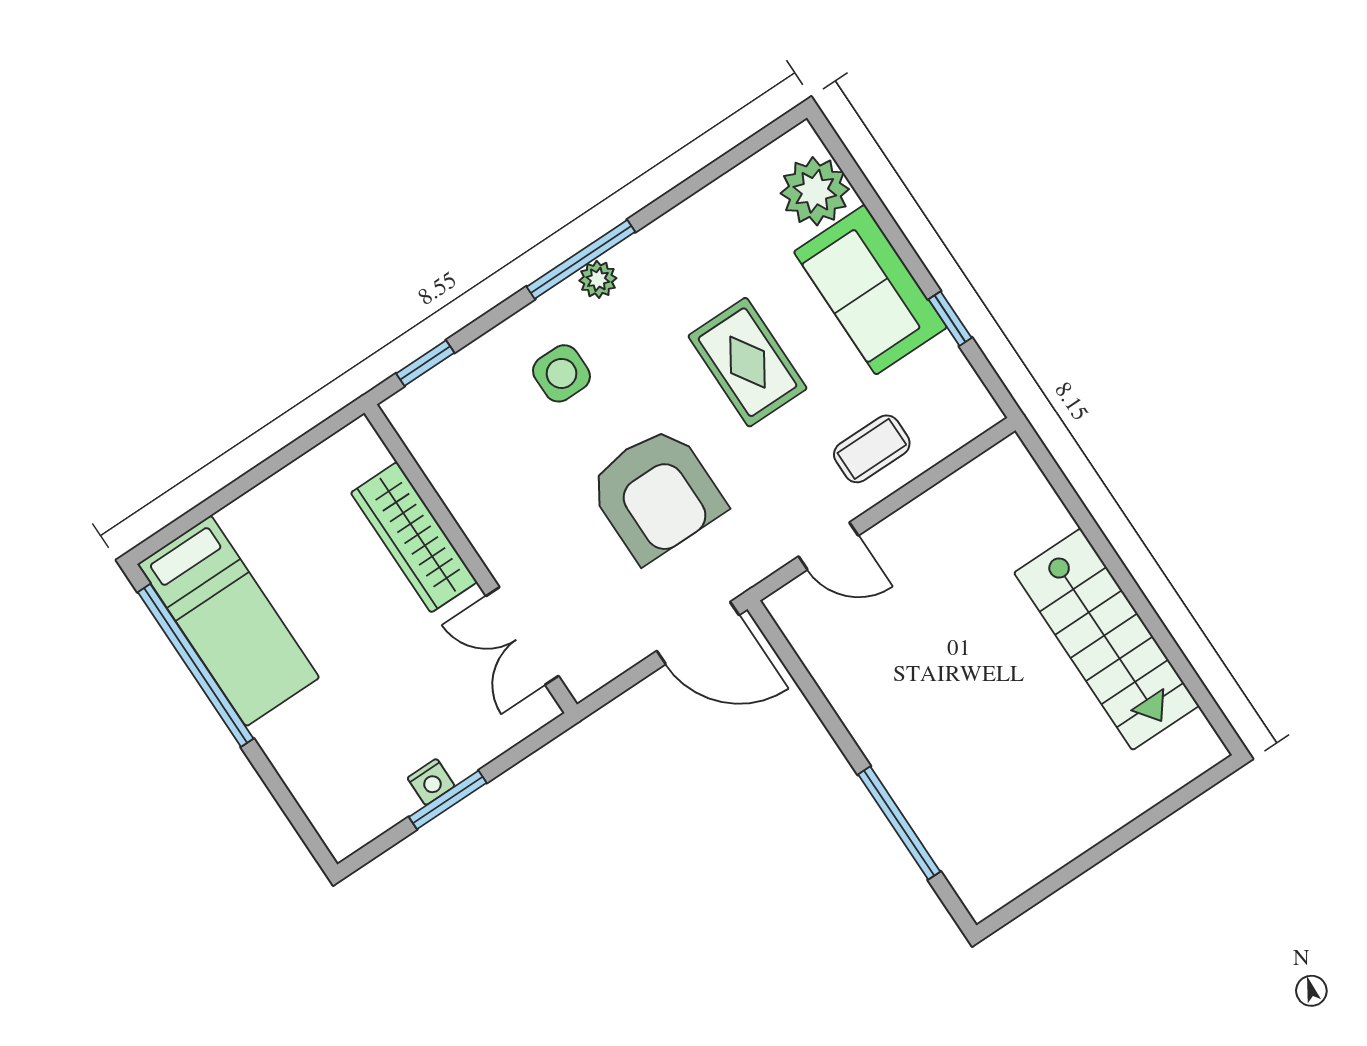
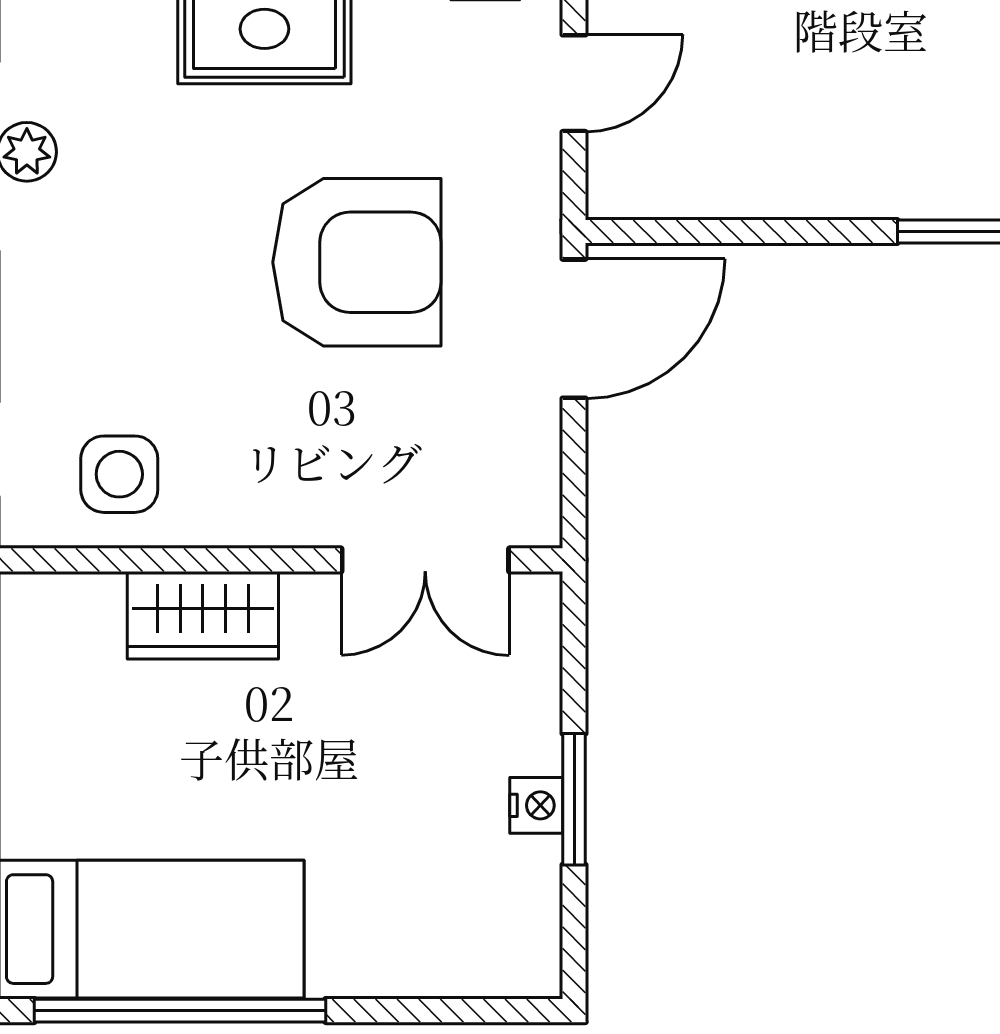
side table: (561, 373) -> (119, 474), moved
wardrobe: (414, 537) -> (203, 615), width x0.67

